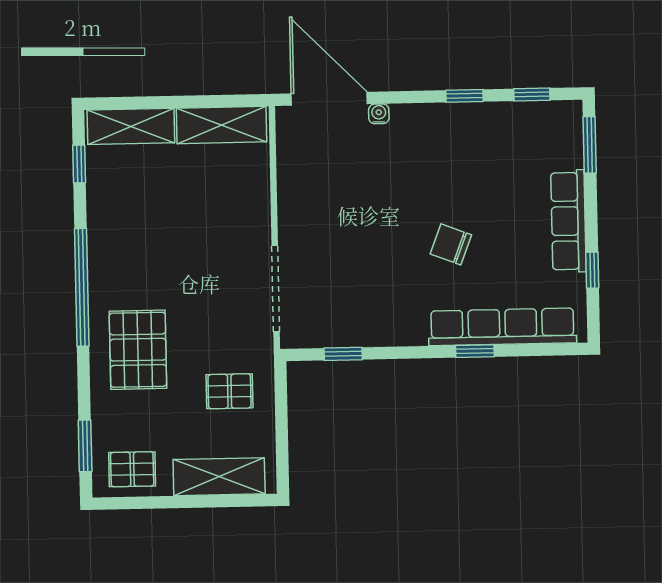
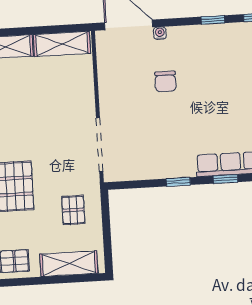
chair: (451, 244) -> (165, 81), moved, turned -111
window: (343, 354) -> (178, 182), moved
pallet: (230, 391) -> (73, 210), turned 90

